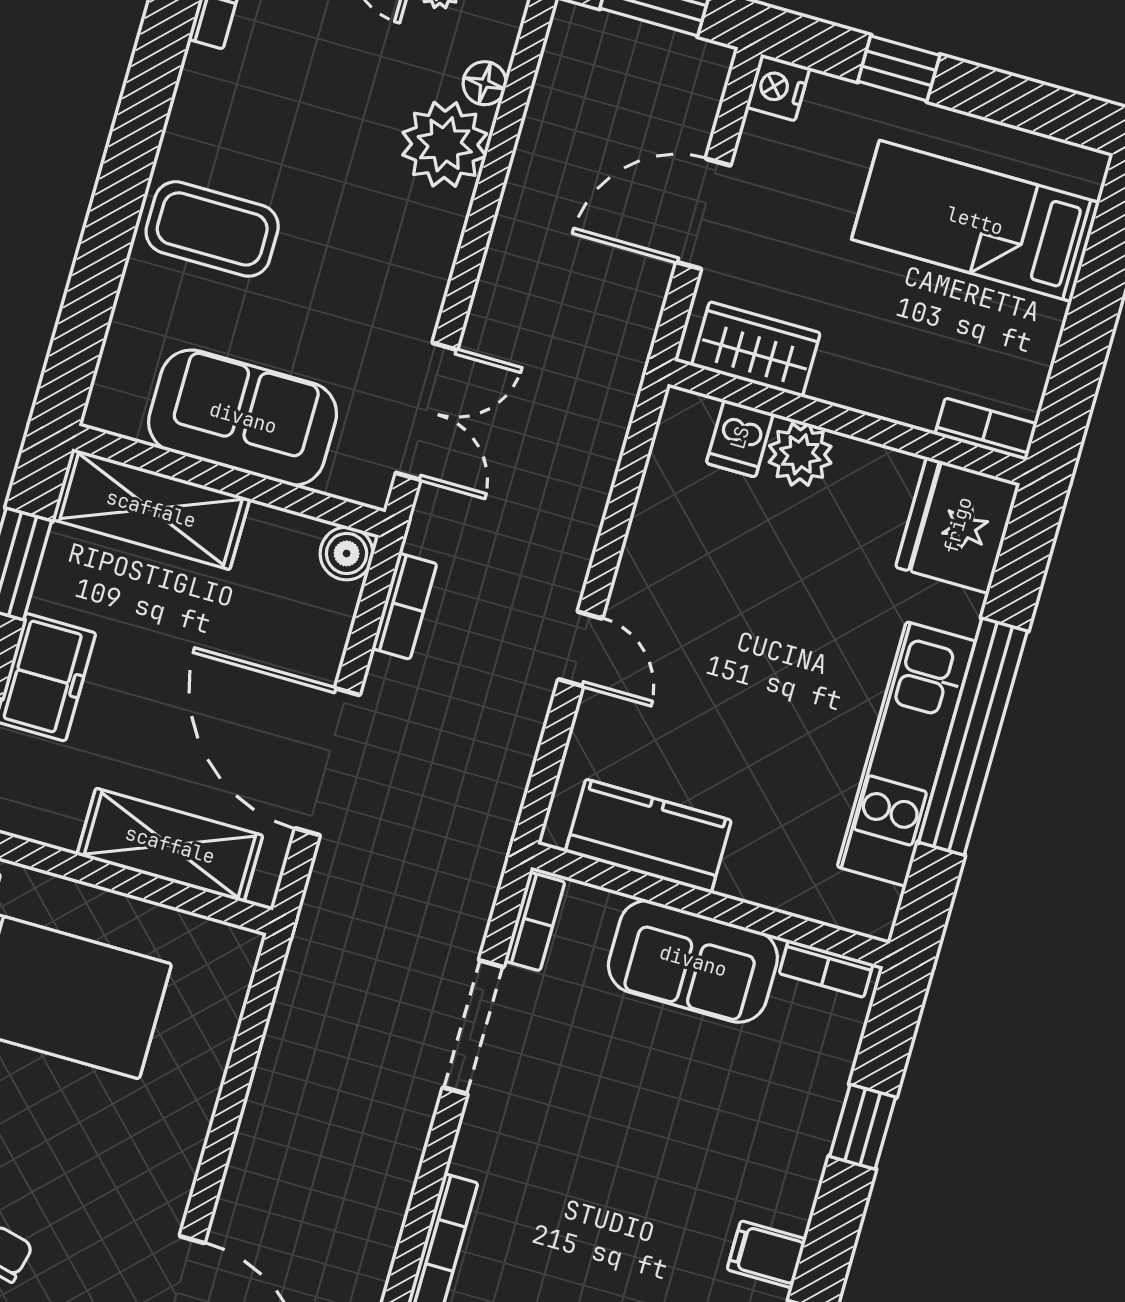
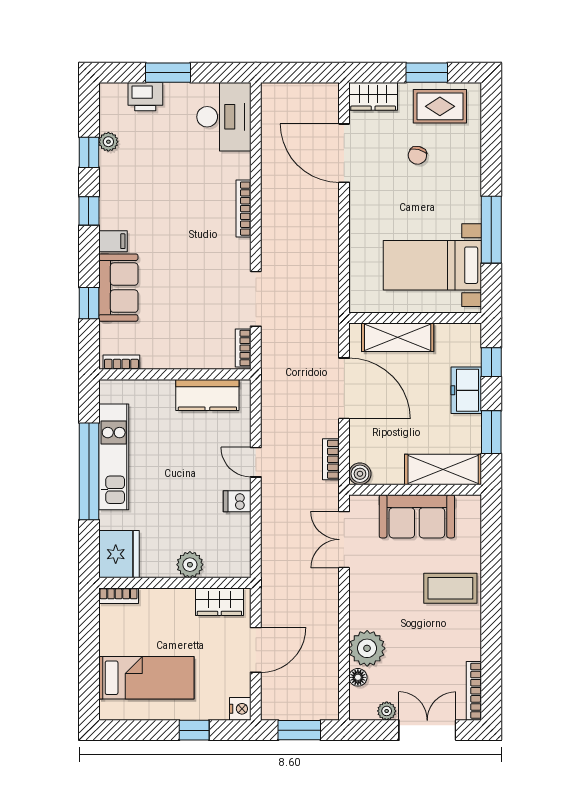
dishwasher: (740, 438) -> (237, 501), moved, turned -90
sofa: (693, 961) -> (118, 288), moved, turned 90

